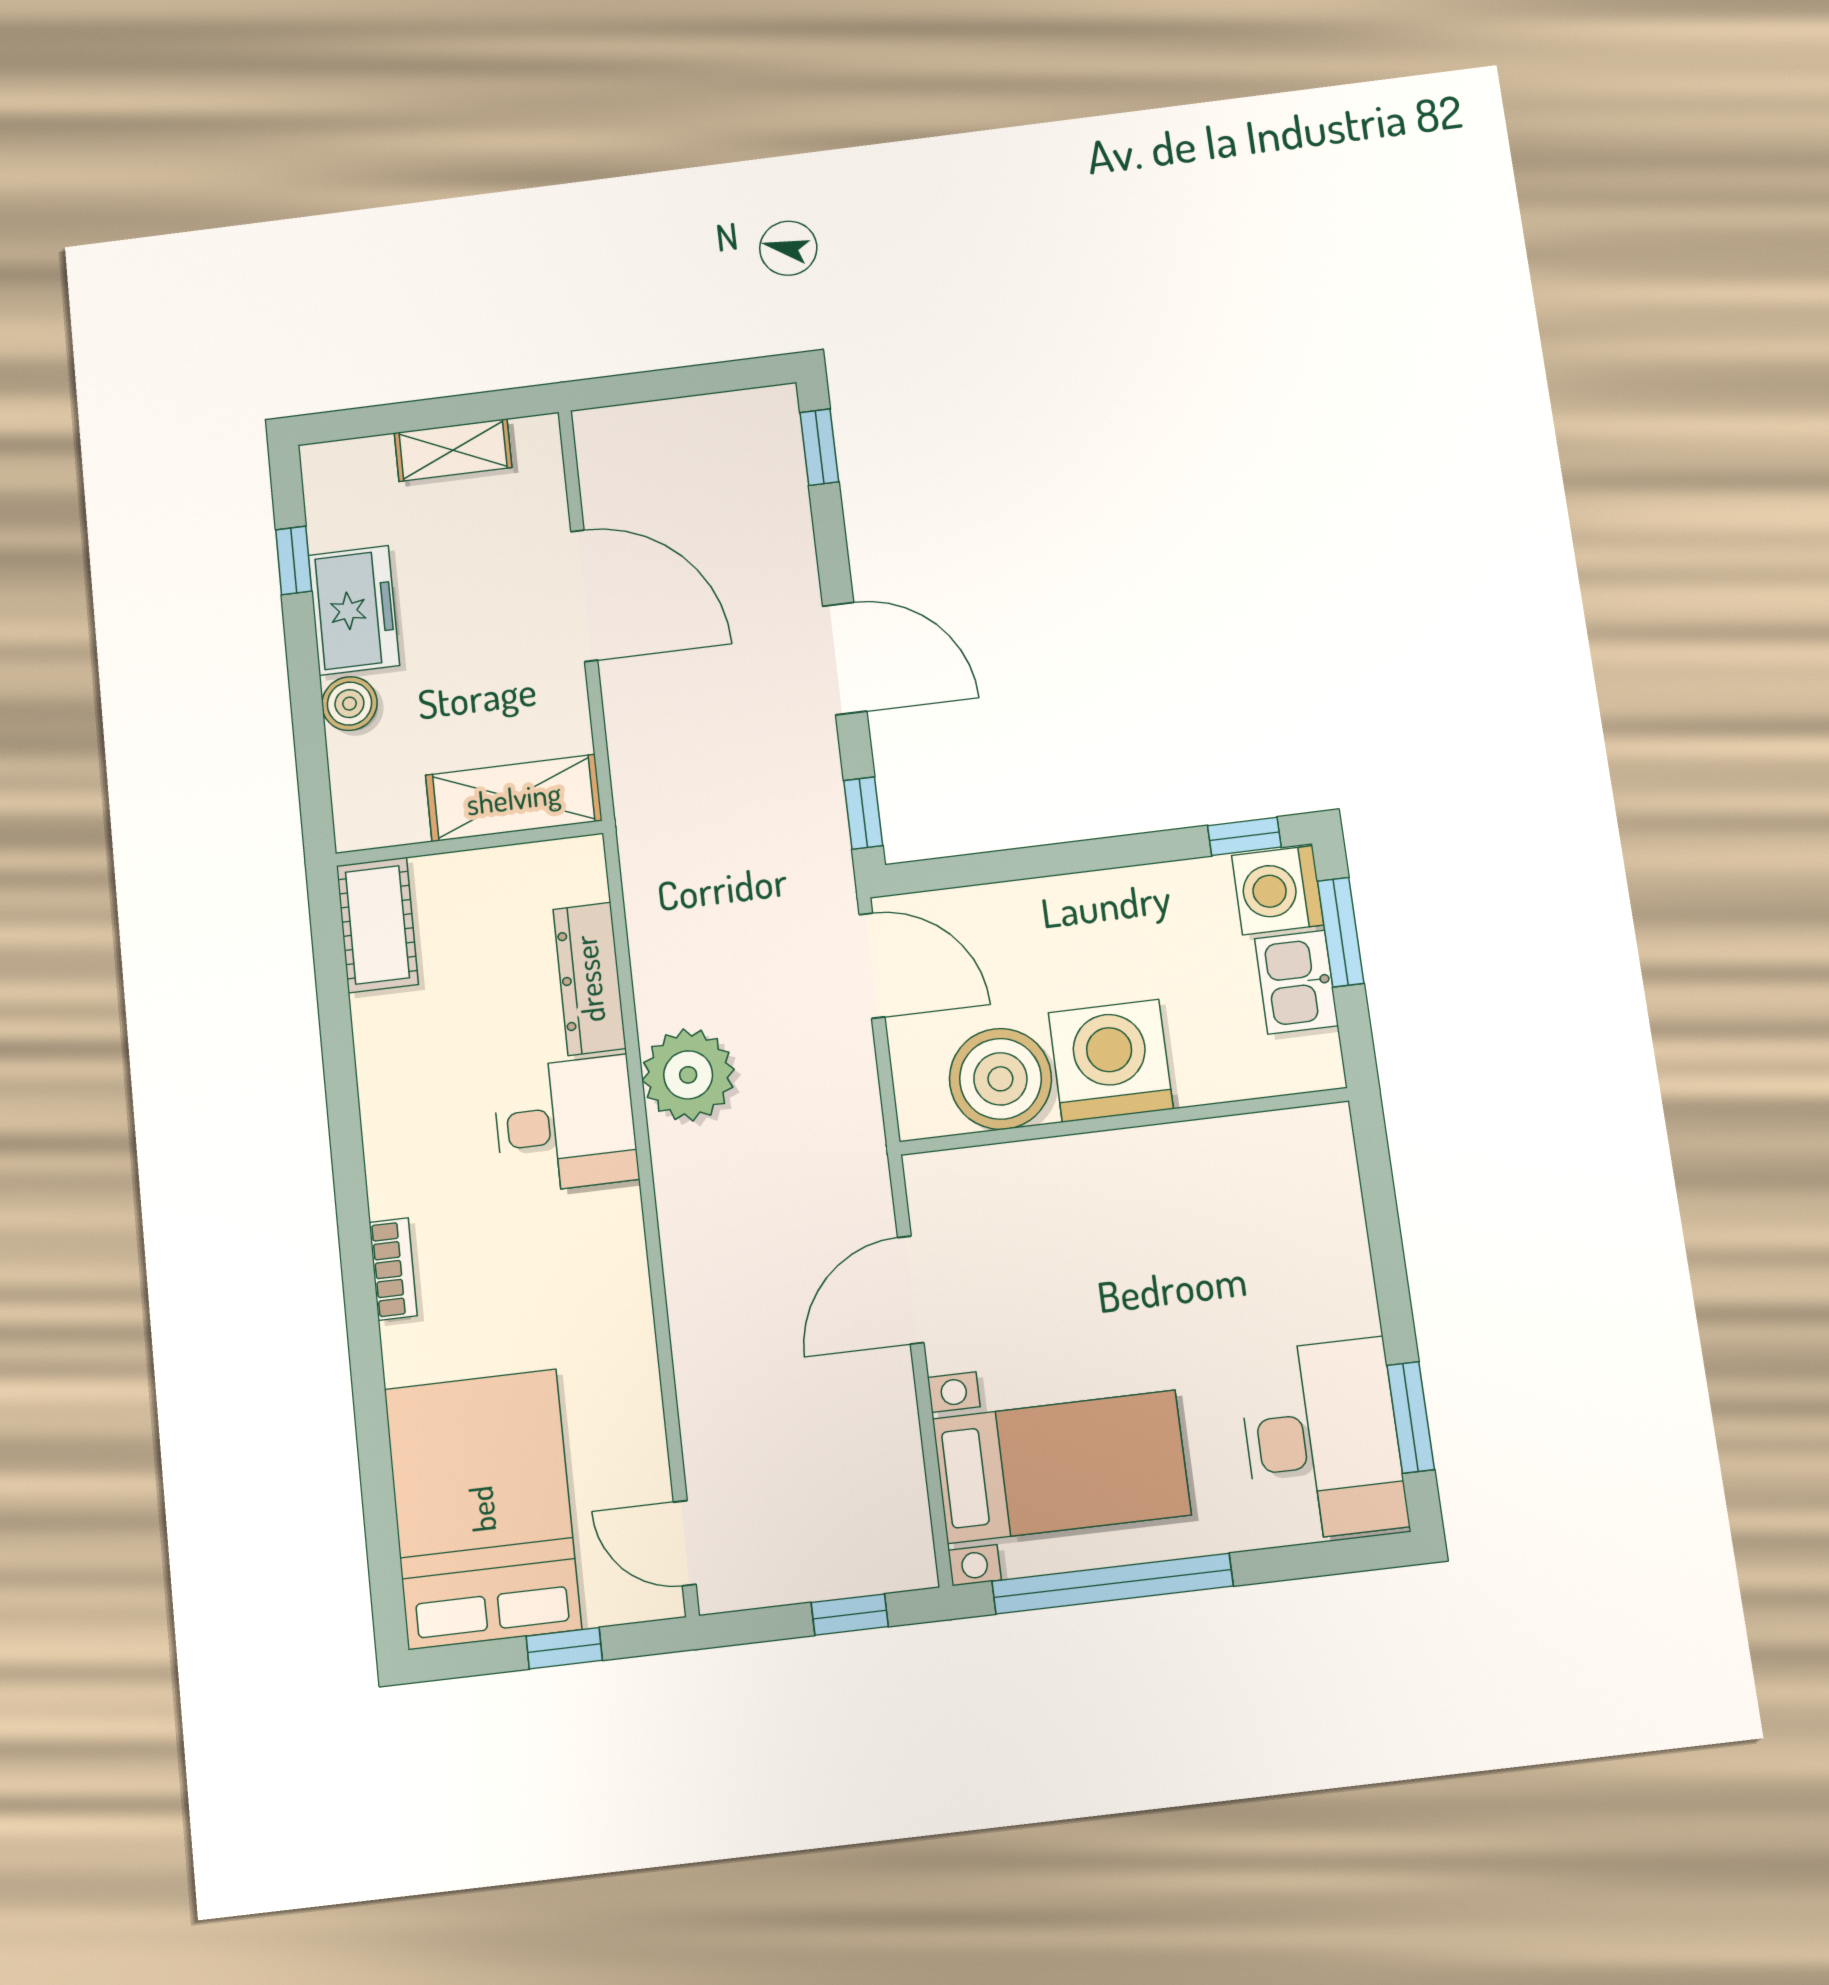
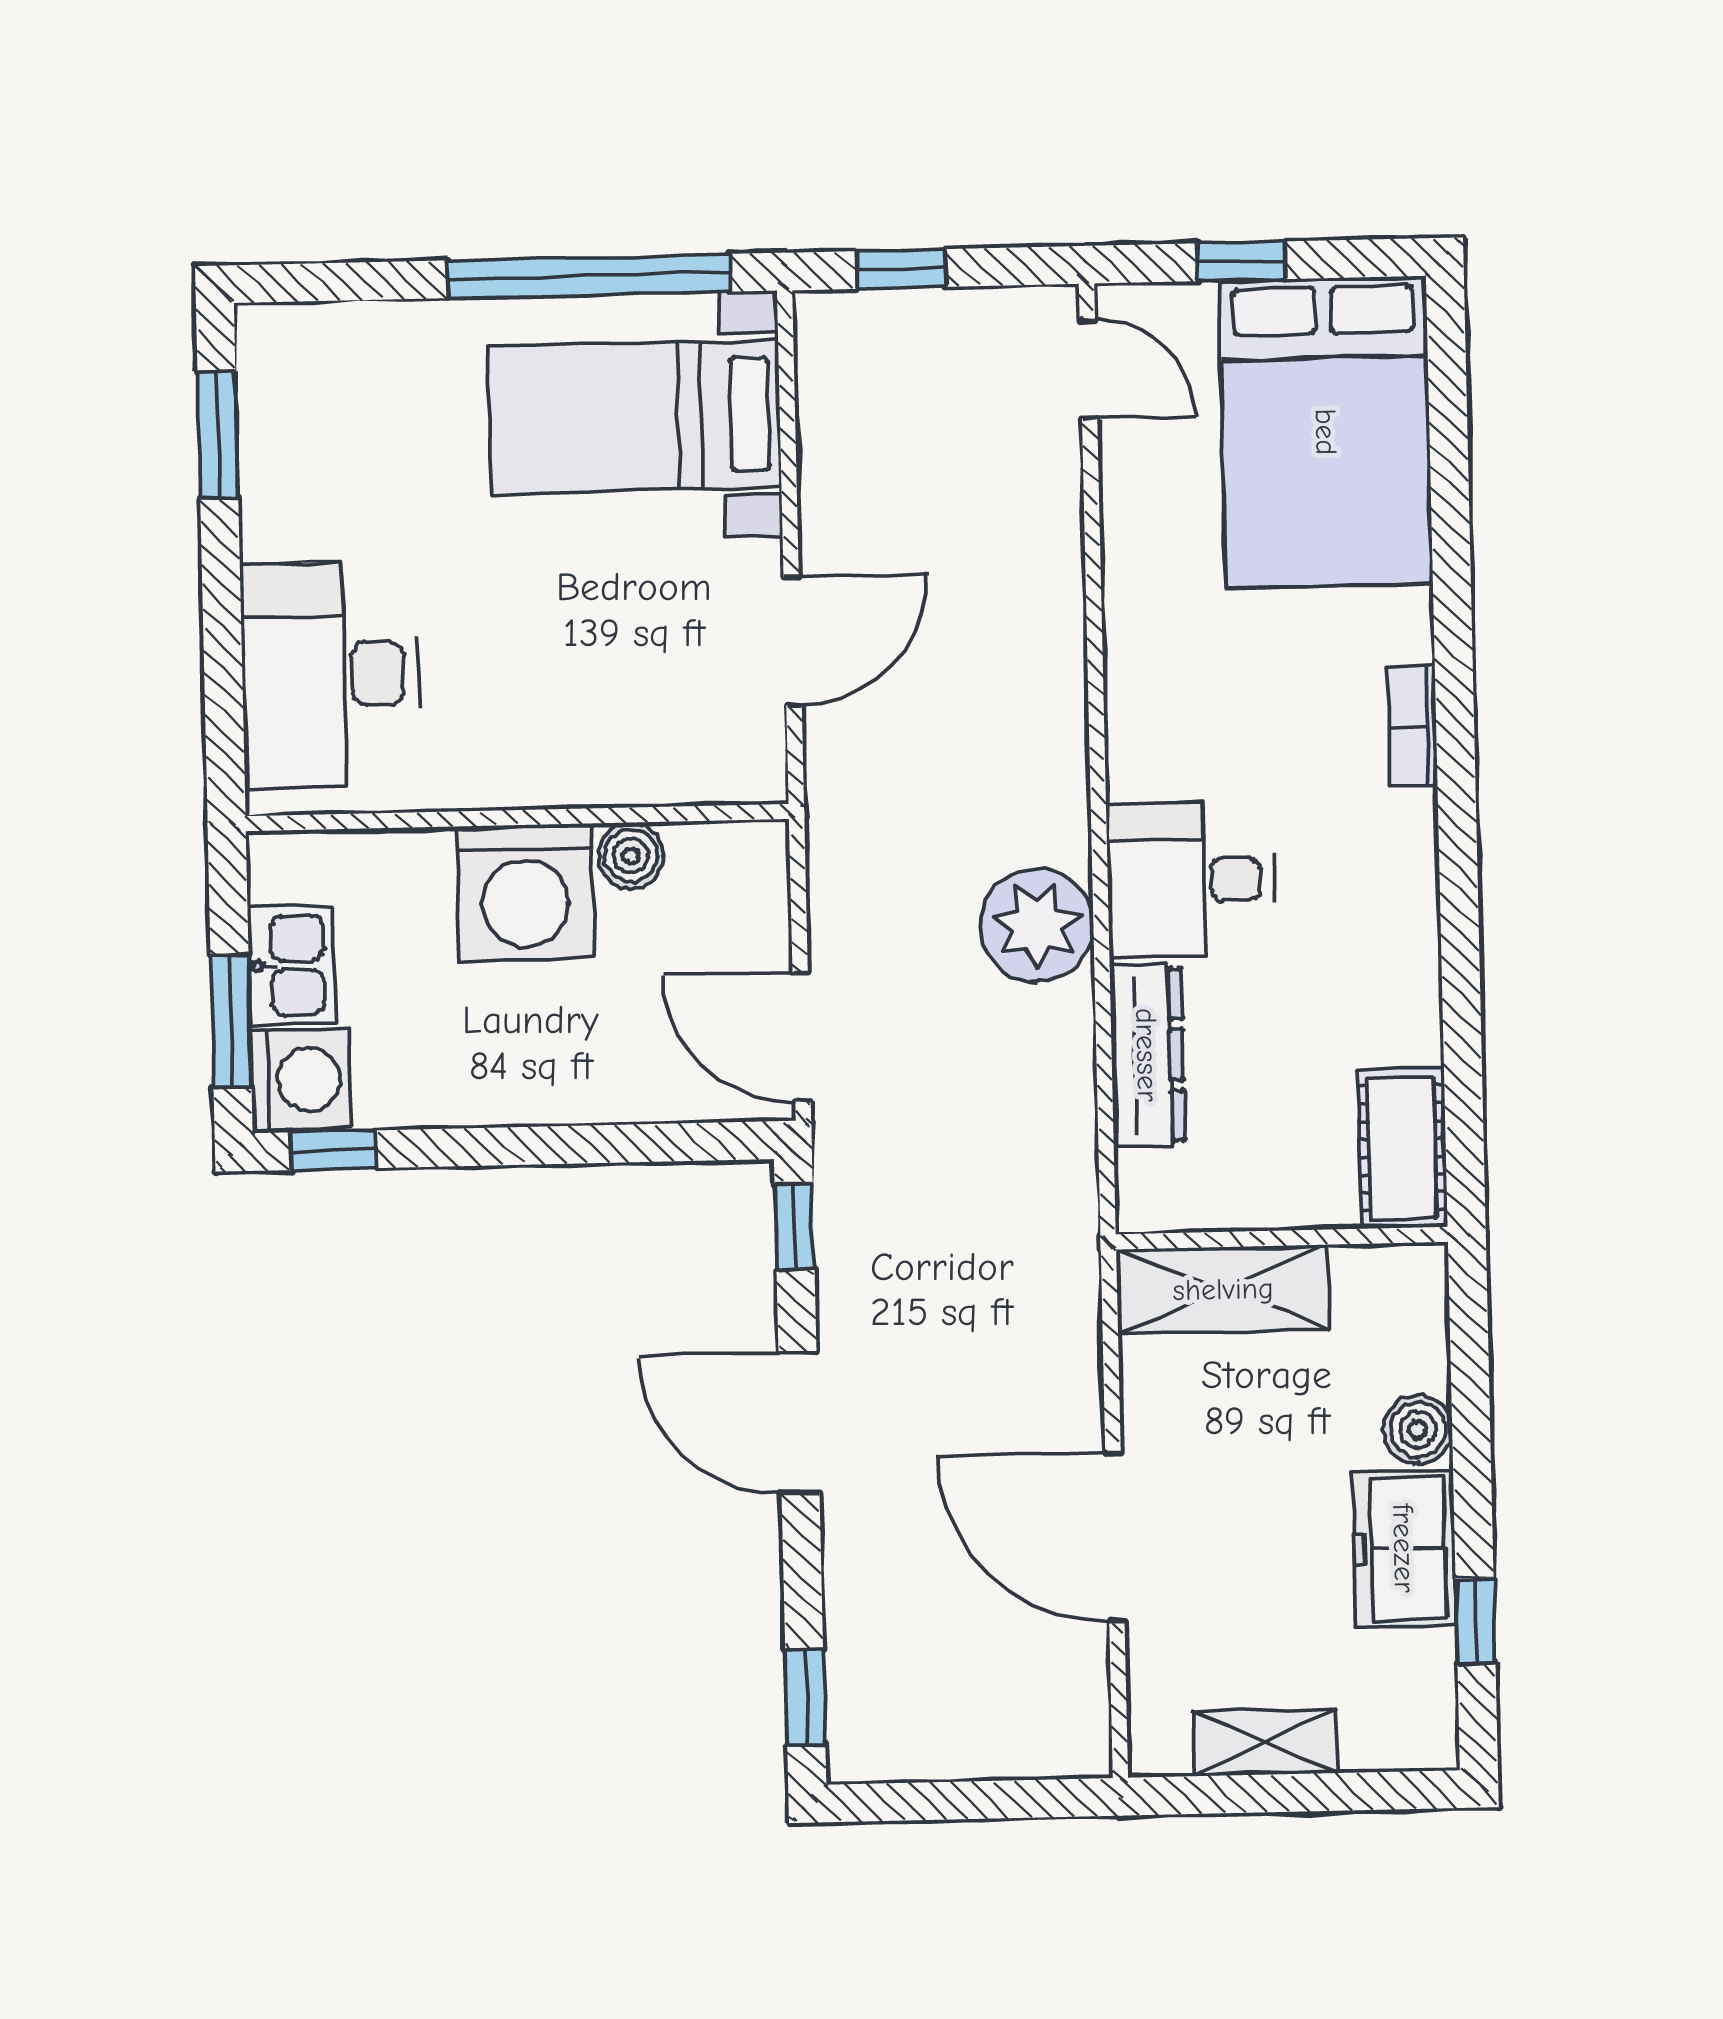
boiler: (1000, 1079) -> (631, 856), width x0.54, depth x0.54
desk: (1322, 1440) -> (330, 675), moved

